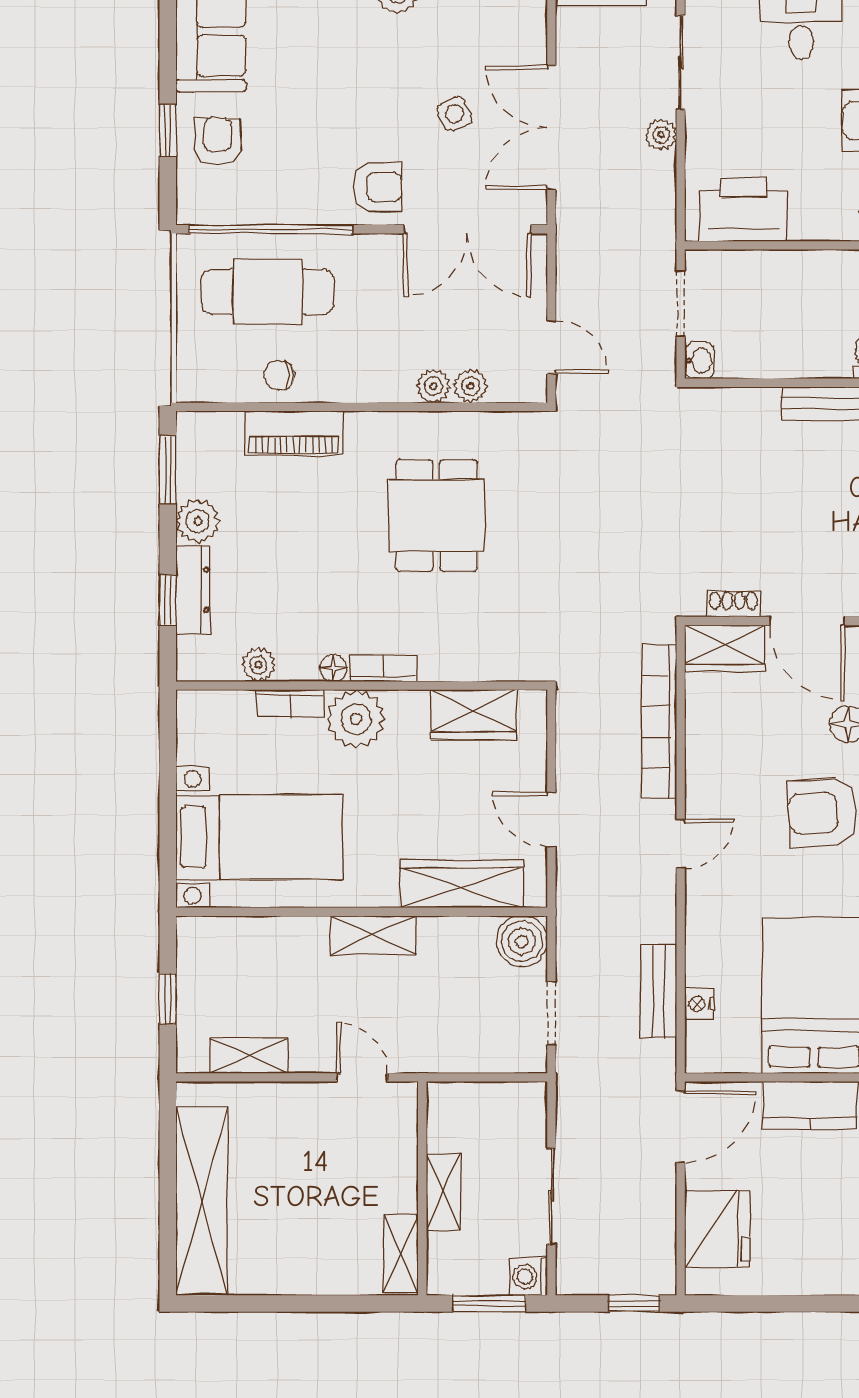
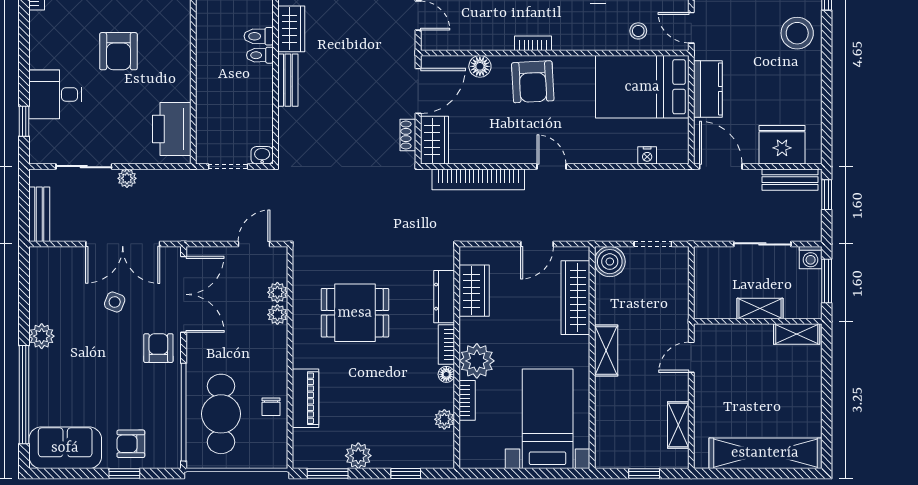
side table: (454, 114) -> (115, 302), turned 45
dresser: (193, 590) -> (444, 297), moved, turned -90
bench: (659, 992) -> (790, 180), moved

